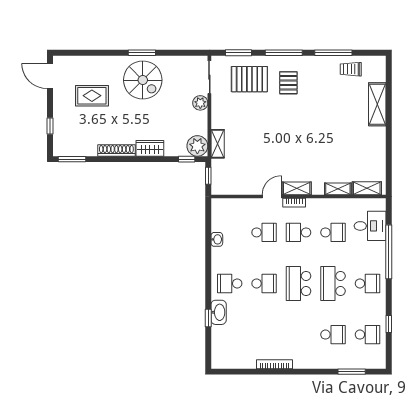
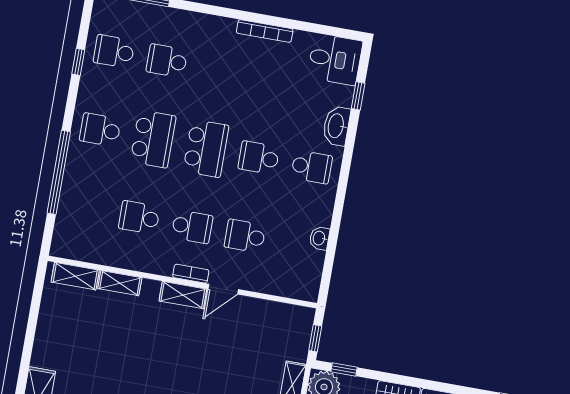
desk: (370, 226) -> (335, 59), moved, turned 180
window: (208, 318) -> (358, 96), moved

